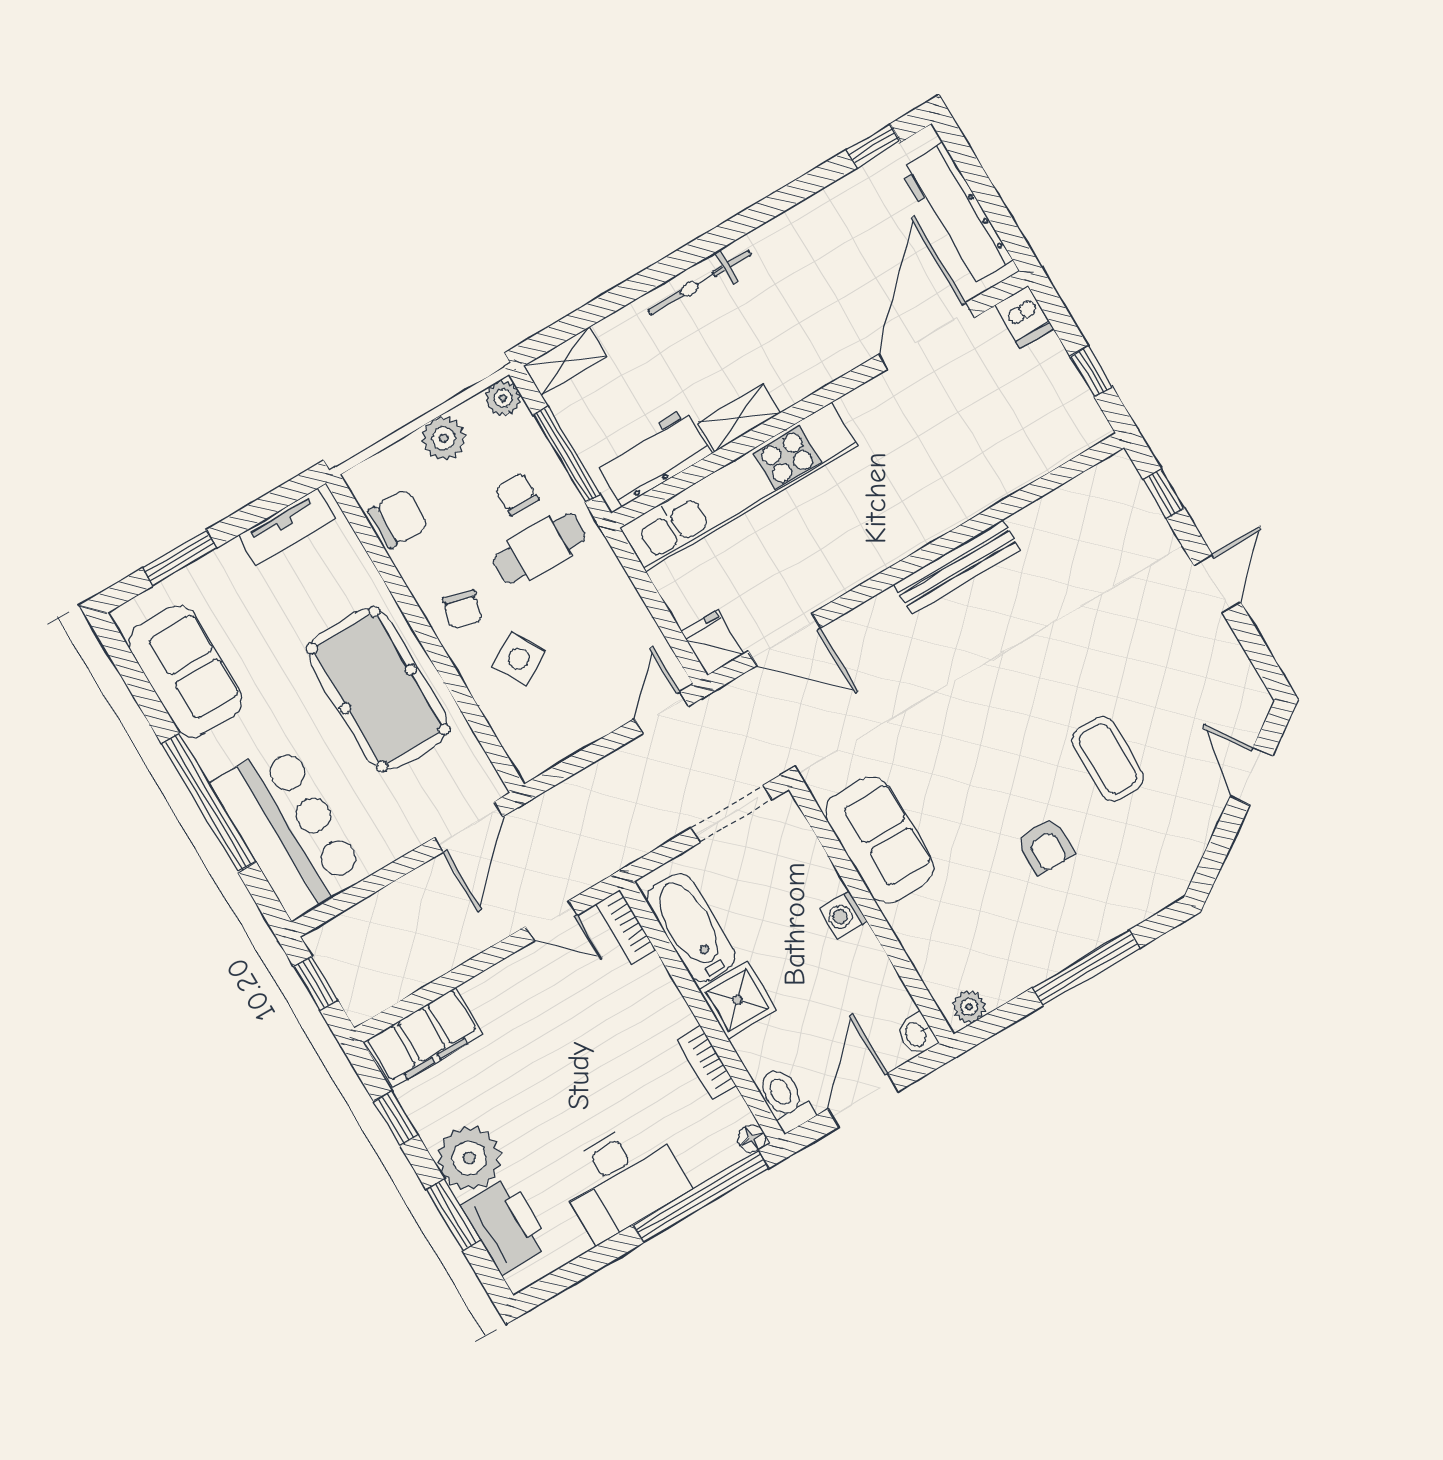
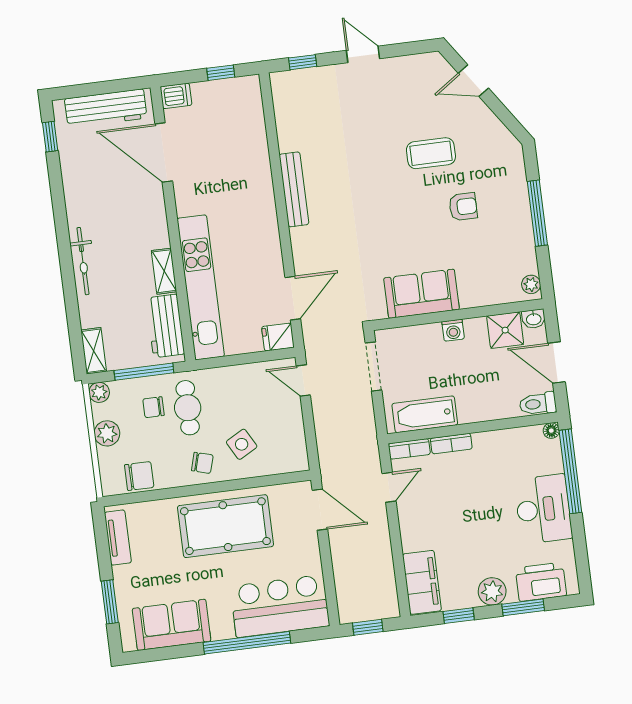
chair: (398, 518) -> (139, 476), turned 90
shower: (738, 1000) -> (505, 330), moved
bookcase: (706, 1062) -> (451, 444), moved
plant: (469, 1158) -> (492, 591), width x0.73, depth x0.73

